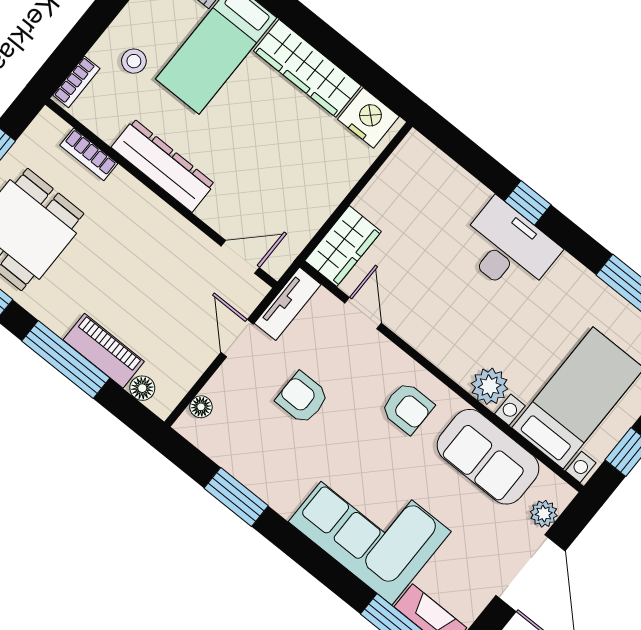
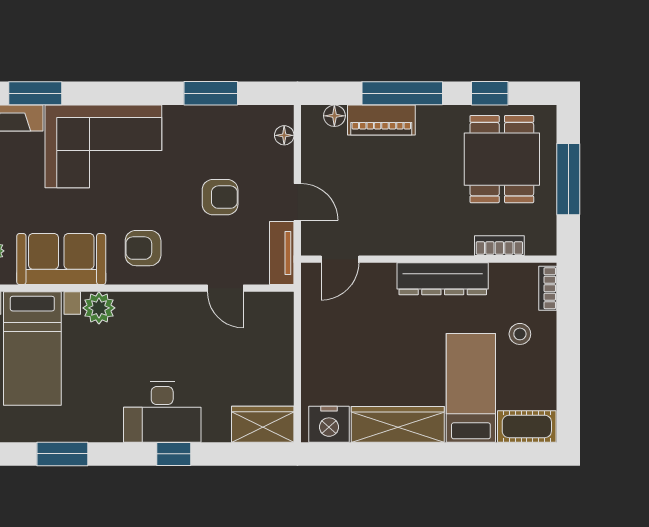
wardrobe: (343, 246) -> (263, 424), moved, turned 90

